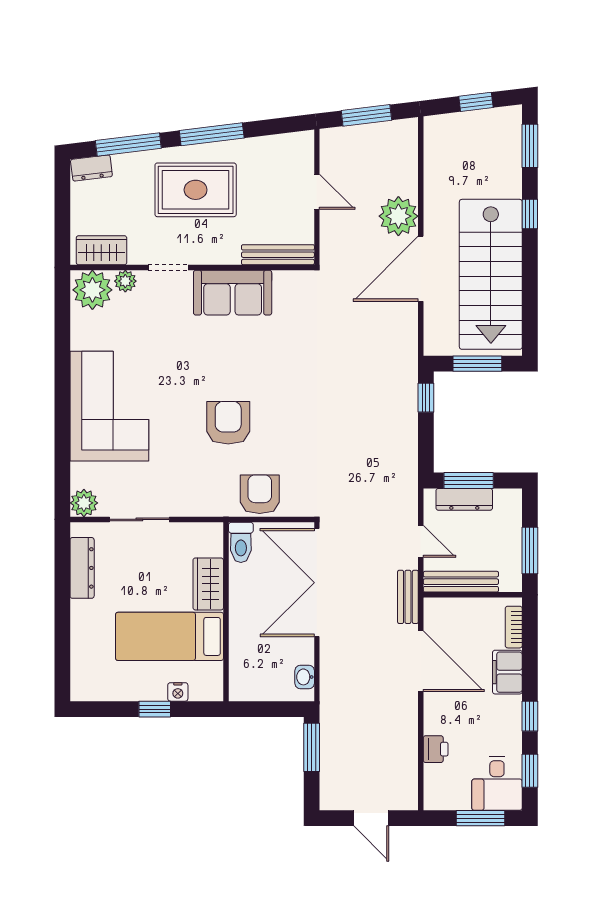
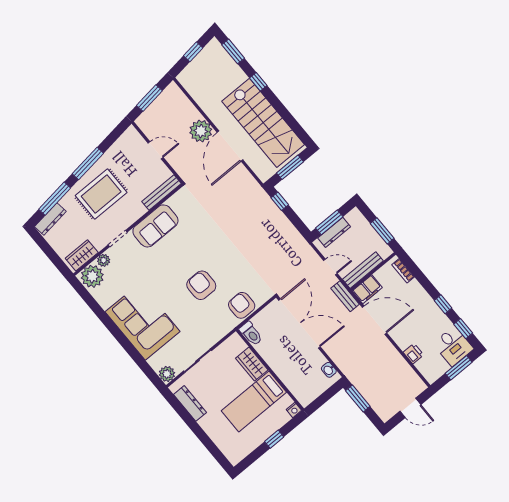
dresser: (91, 168) -> (50, 219), width x1.44
double door: (317, 583) -> (299, 323), swing flipped
filing cabinet: (507, 672) -> (367, 289), moved, turned -90
nightstand: (178, 692) -> (294, 410), moved

